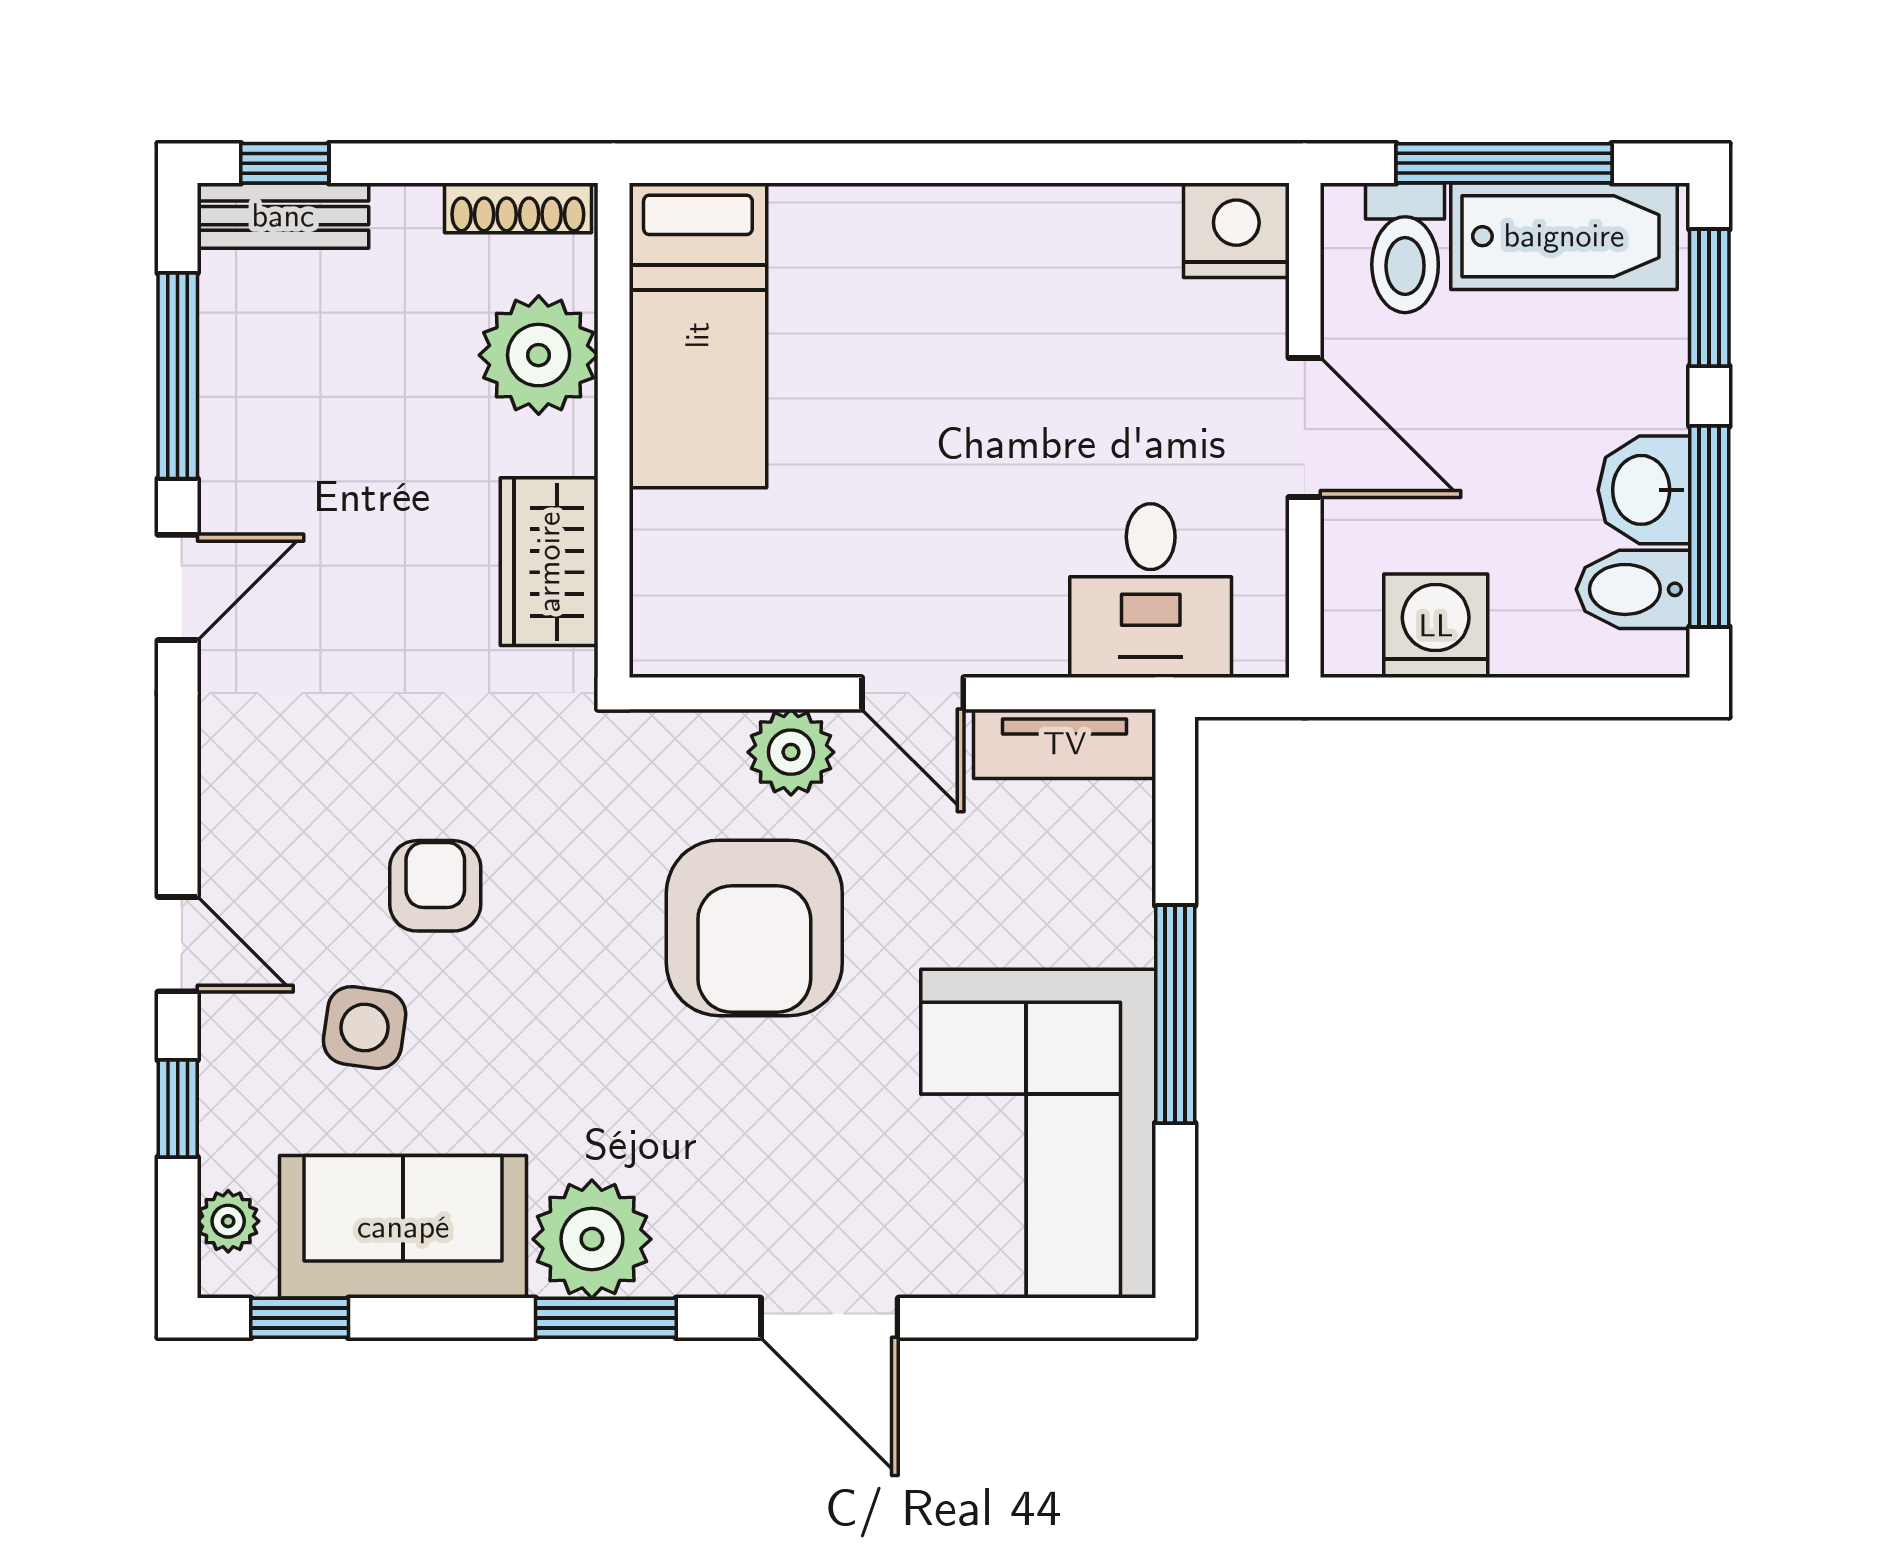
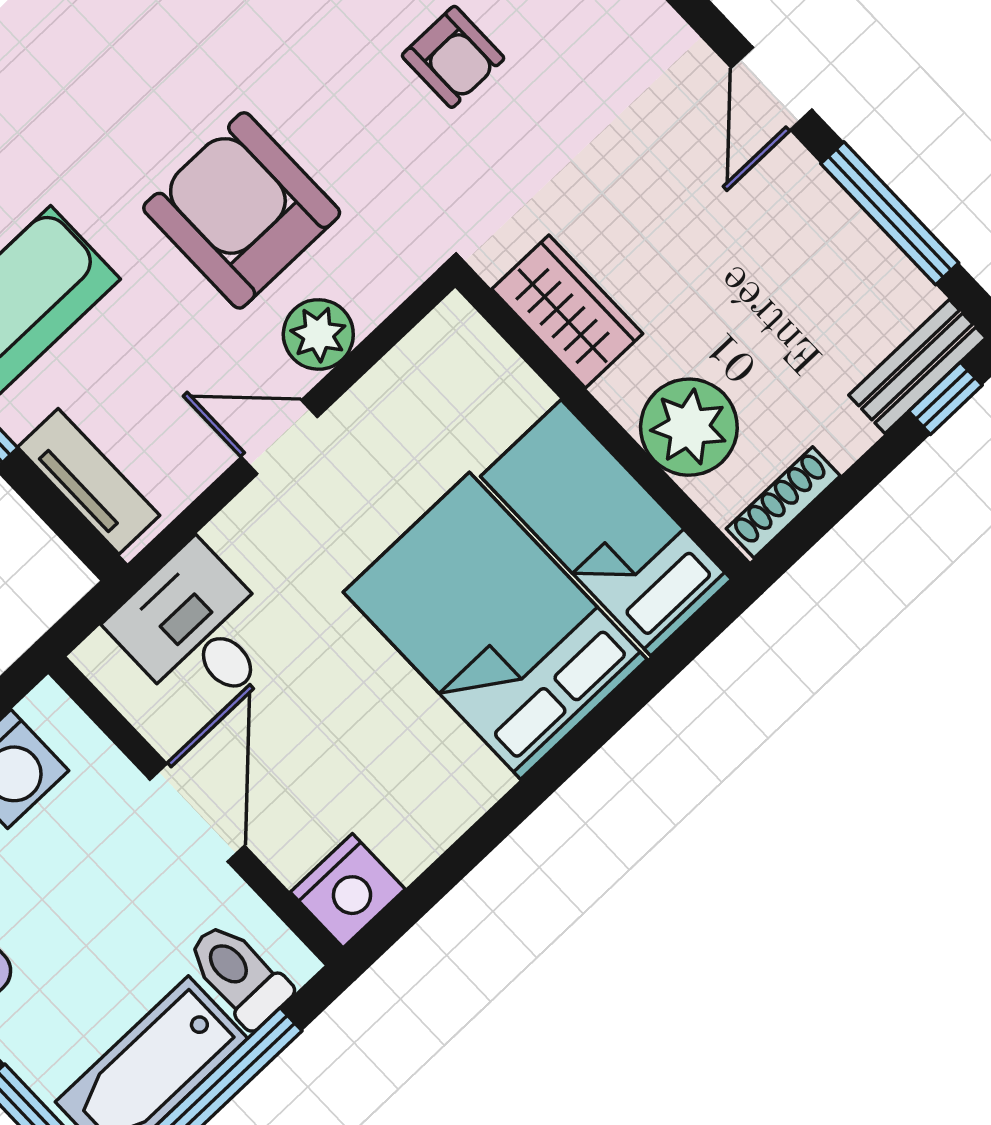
bed: (880, 342) -> (495, 626), added
door: (1305, 427) -> (197, 813), swing flipped
tv unit: (1065, 744) -> (89, 481), moved, turned 90

